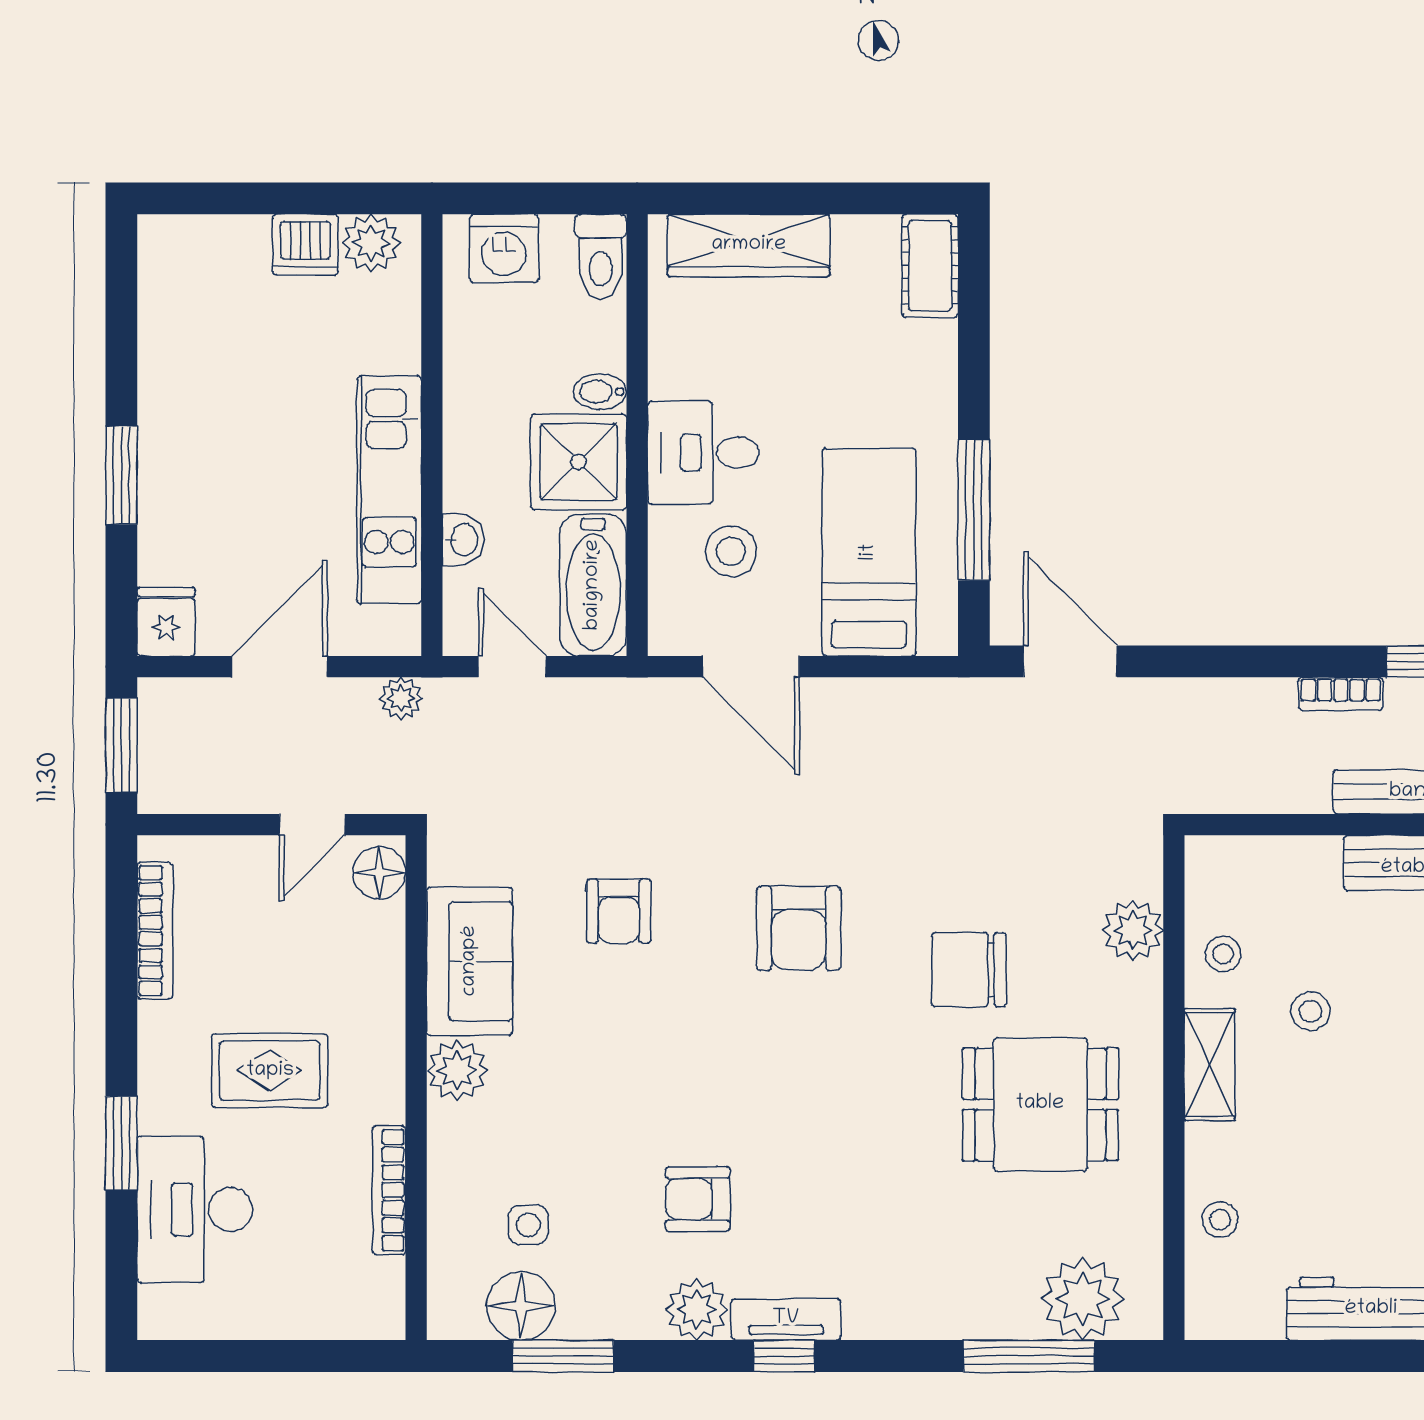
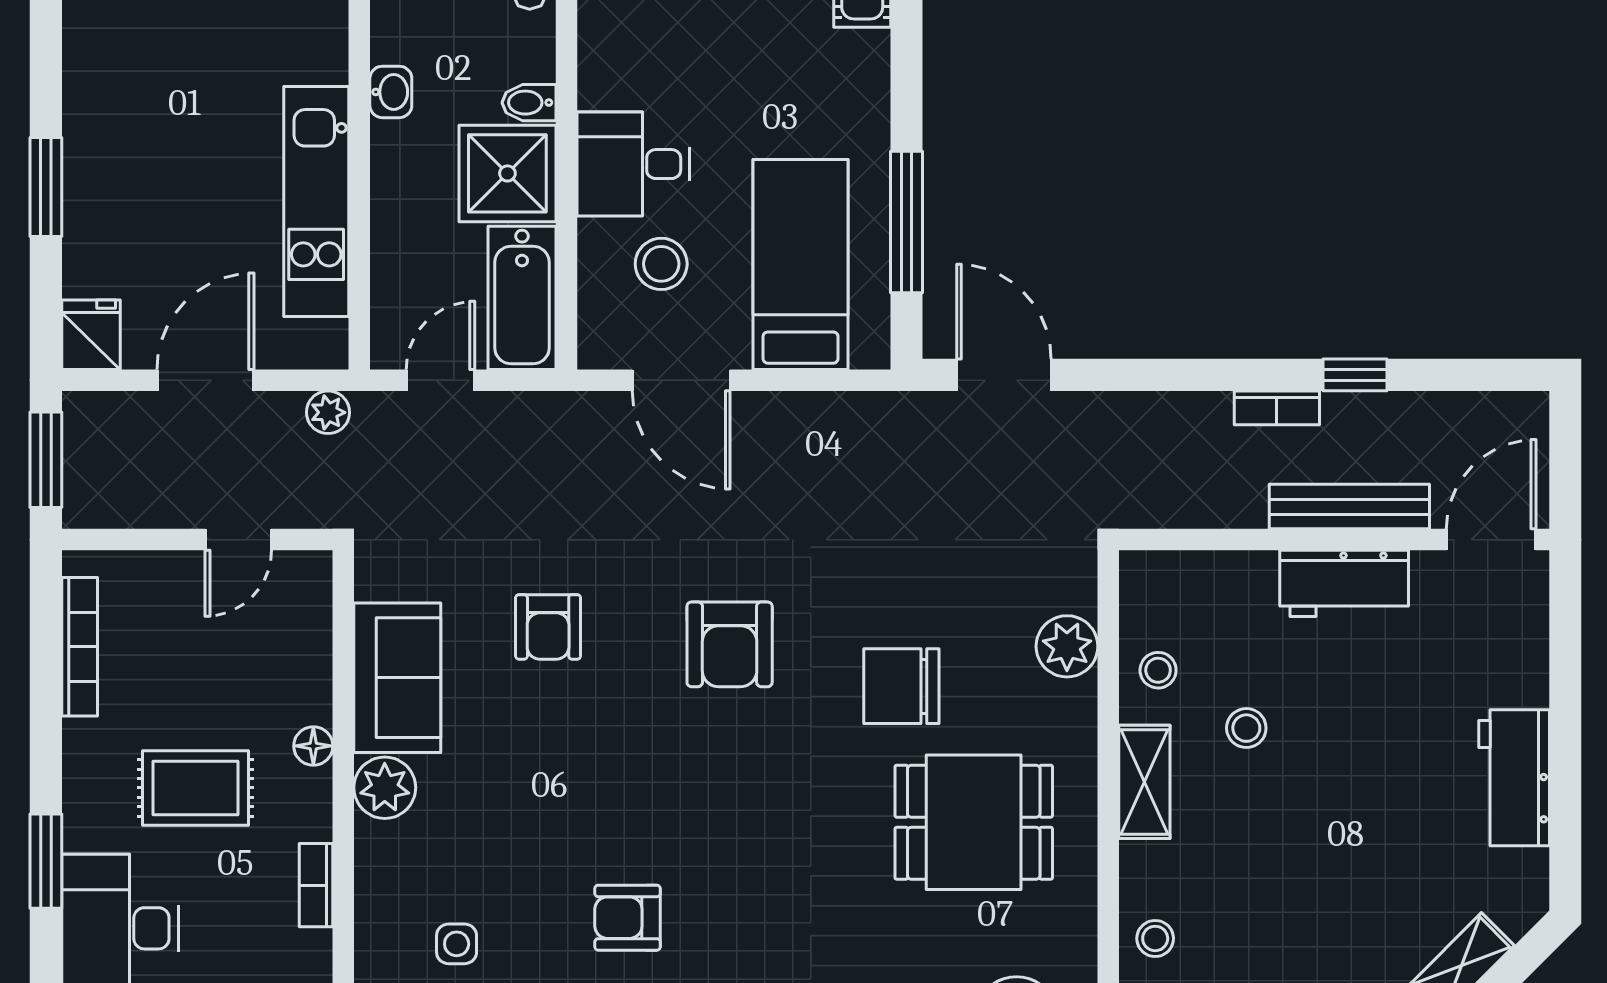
washbasin: (463, 540) -> (391, 92), moved
door: (512, 667) -> (441, 380), hinge flipped
floor lamp: (379, 873) -> (313, 746), moved, width x0.73, depth x0.73
bookcase: (389, 1190) -> (316, 885), width x0.64

